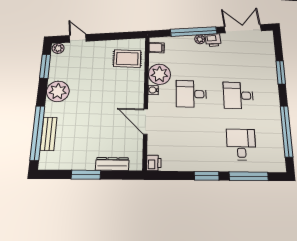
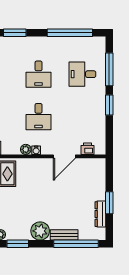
plant: (160, 74) -> (26, 149), width x0.53, depth x0.53
bench: (49, 134) -> (64, 235), moved
printer: (154, 163) -> (87, 149), moved
dresser: (112, 164) -> (100, 214), moved

